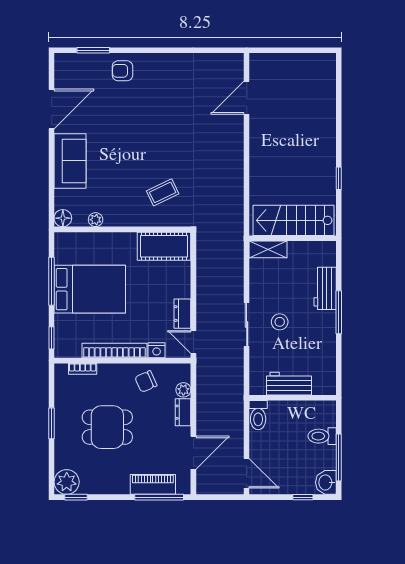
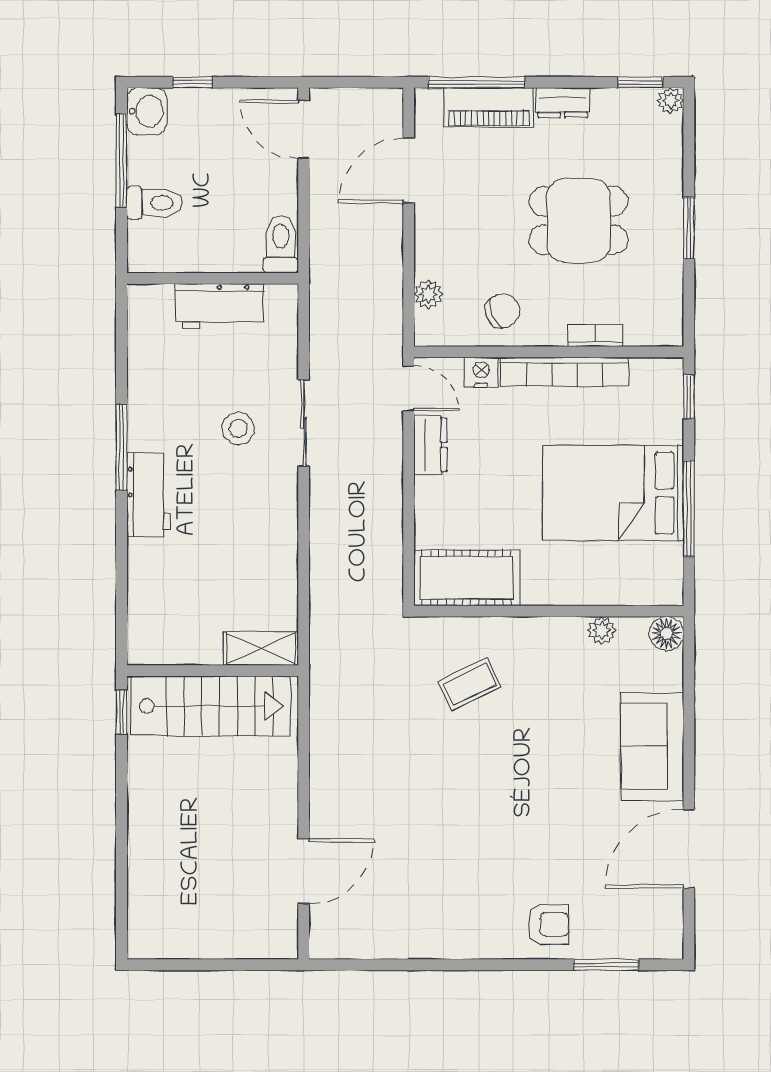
stairs: (294, 220) -> (211, 706), moved
wall: (293, 238) -> (213, 671), moved
shelving: (268, 249) -> (261, 649), moved
bookcase: (83, 369) -> (596, 336), moved
dresser: (183, 412) -> (563, 103), moved, turned 90
plant: (67, 482) -> (670, 101), width x0.53, depth x0.53

